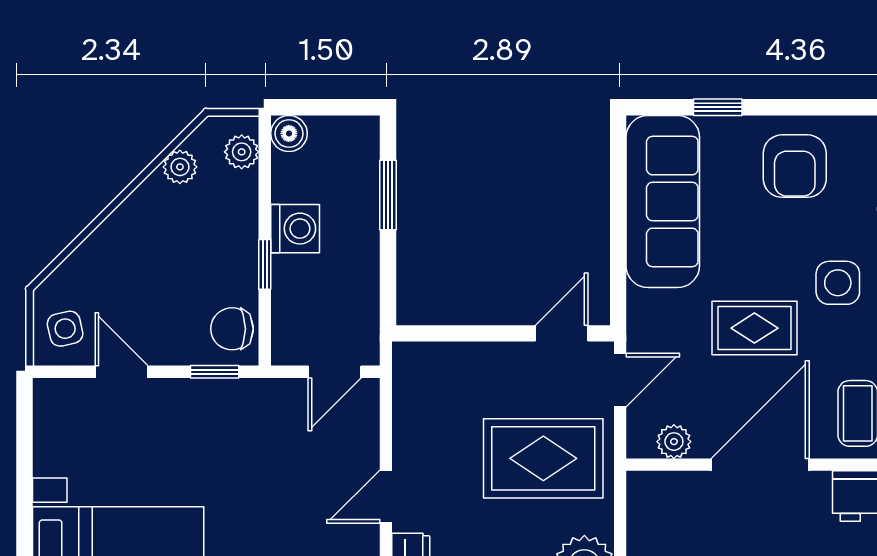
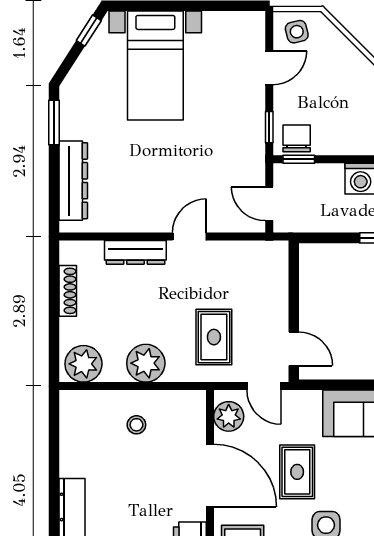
window: (265, 264) -> (299, 159), moved
plant: (674, 442) -> (229, 416), width x1.38, depth x1.38
rug: (543, 458) -> (214, 337), width x0.73, depth x0.70
door: (386, 497) -> (189, 237), hinge flipped

